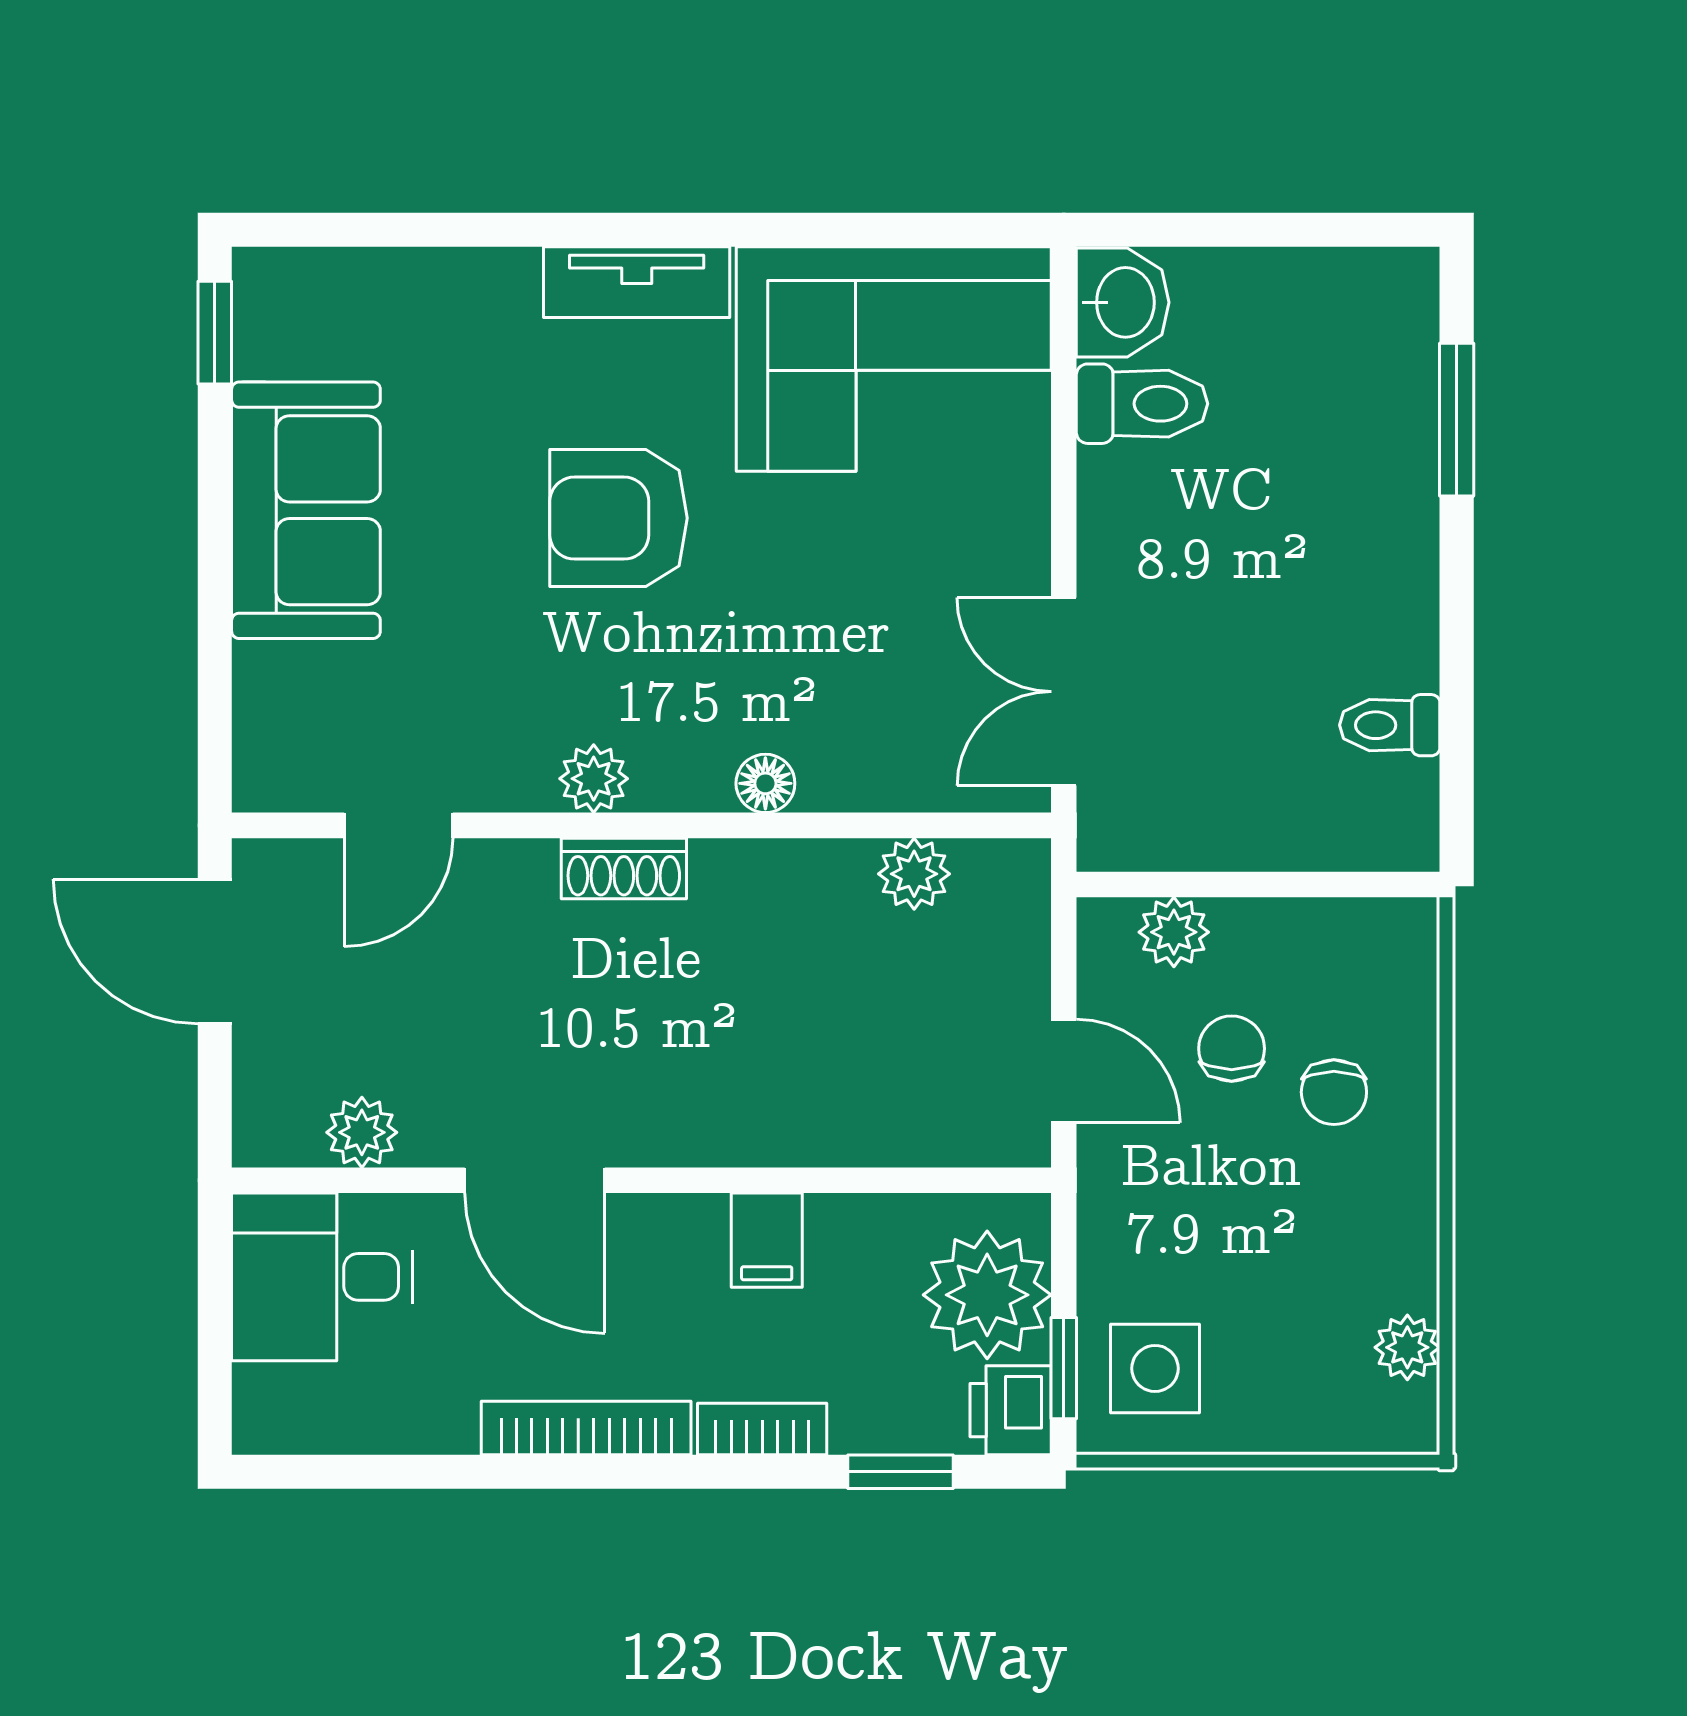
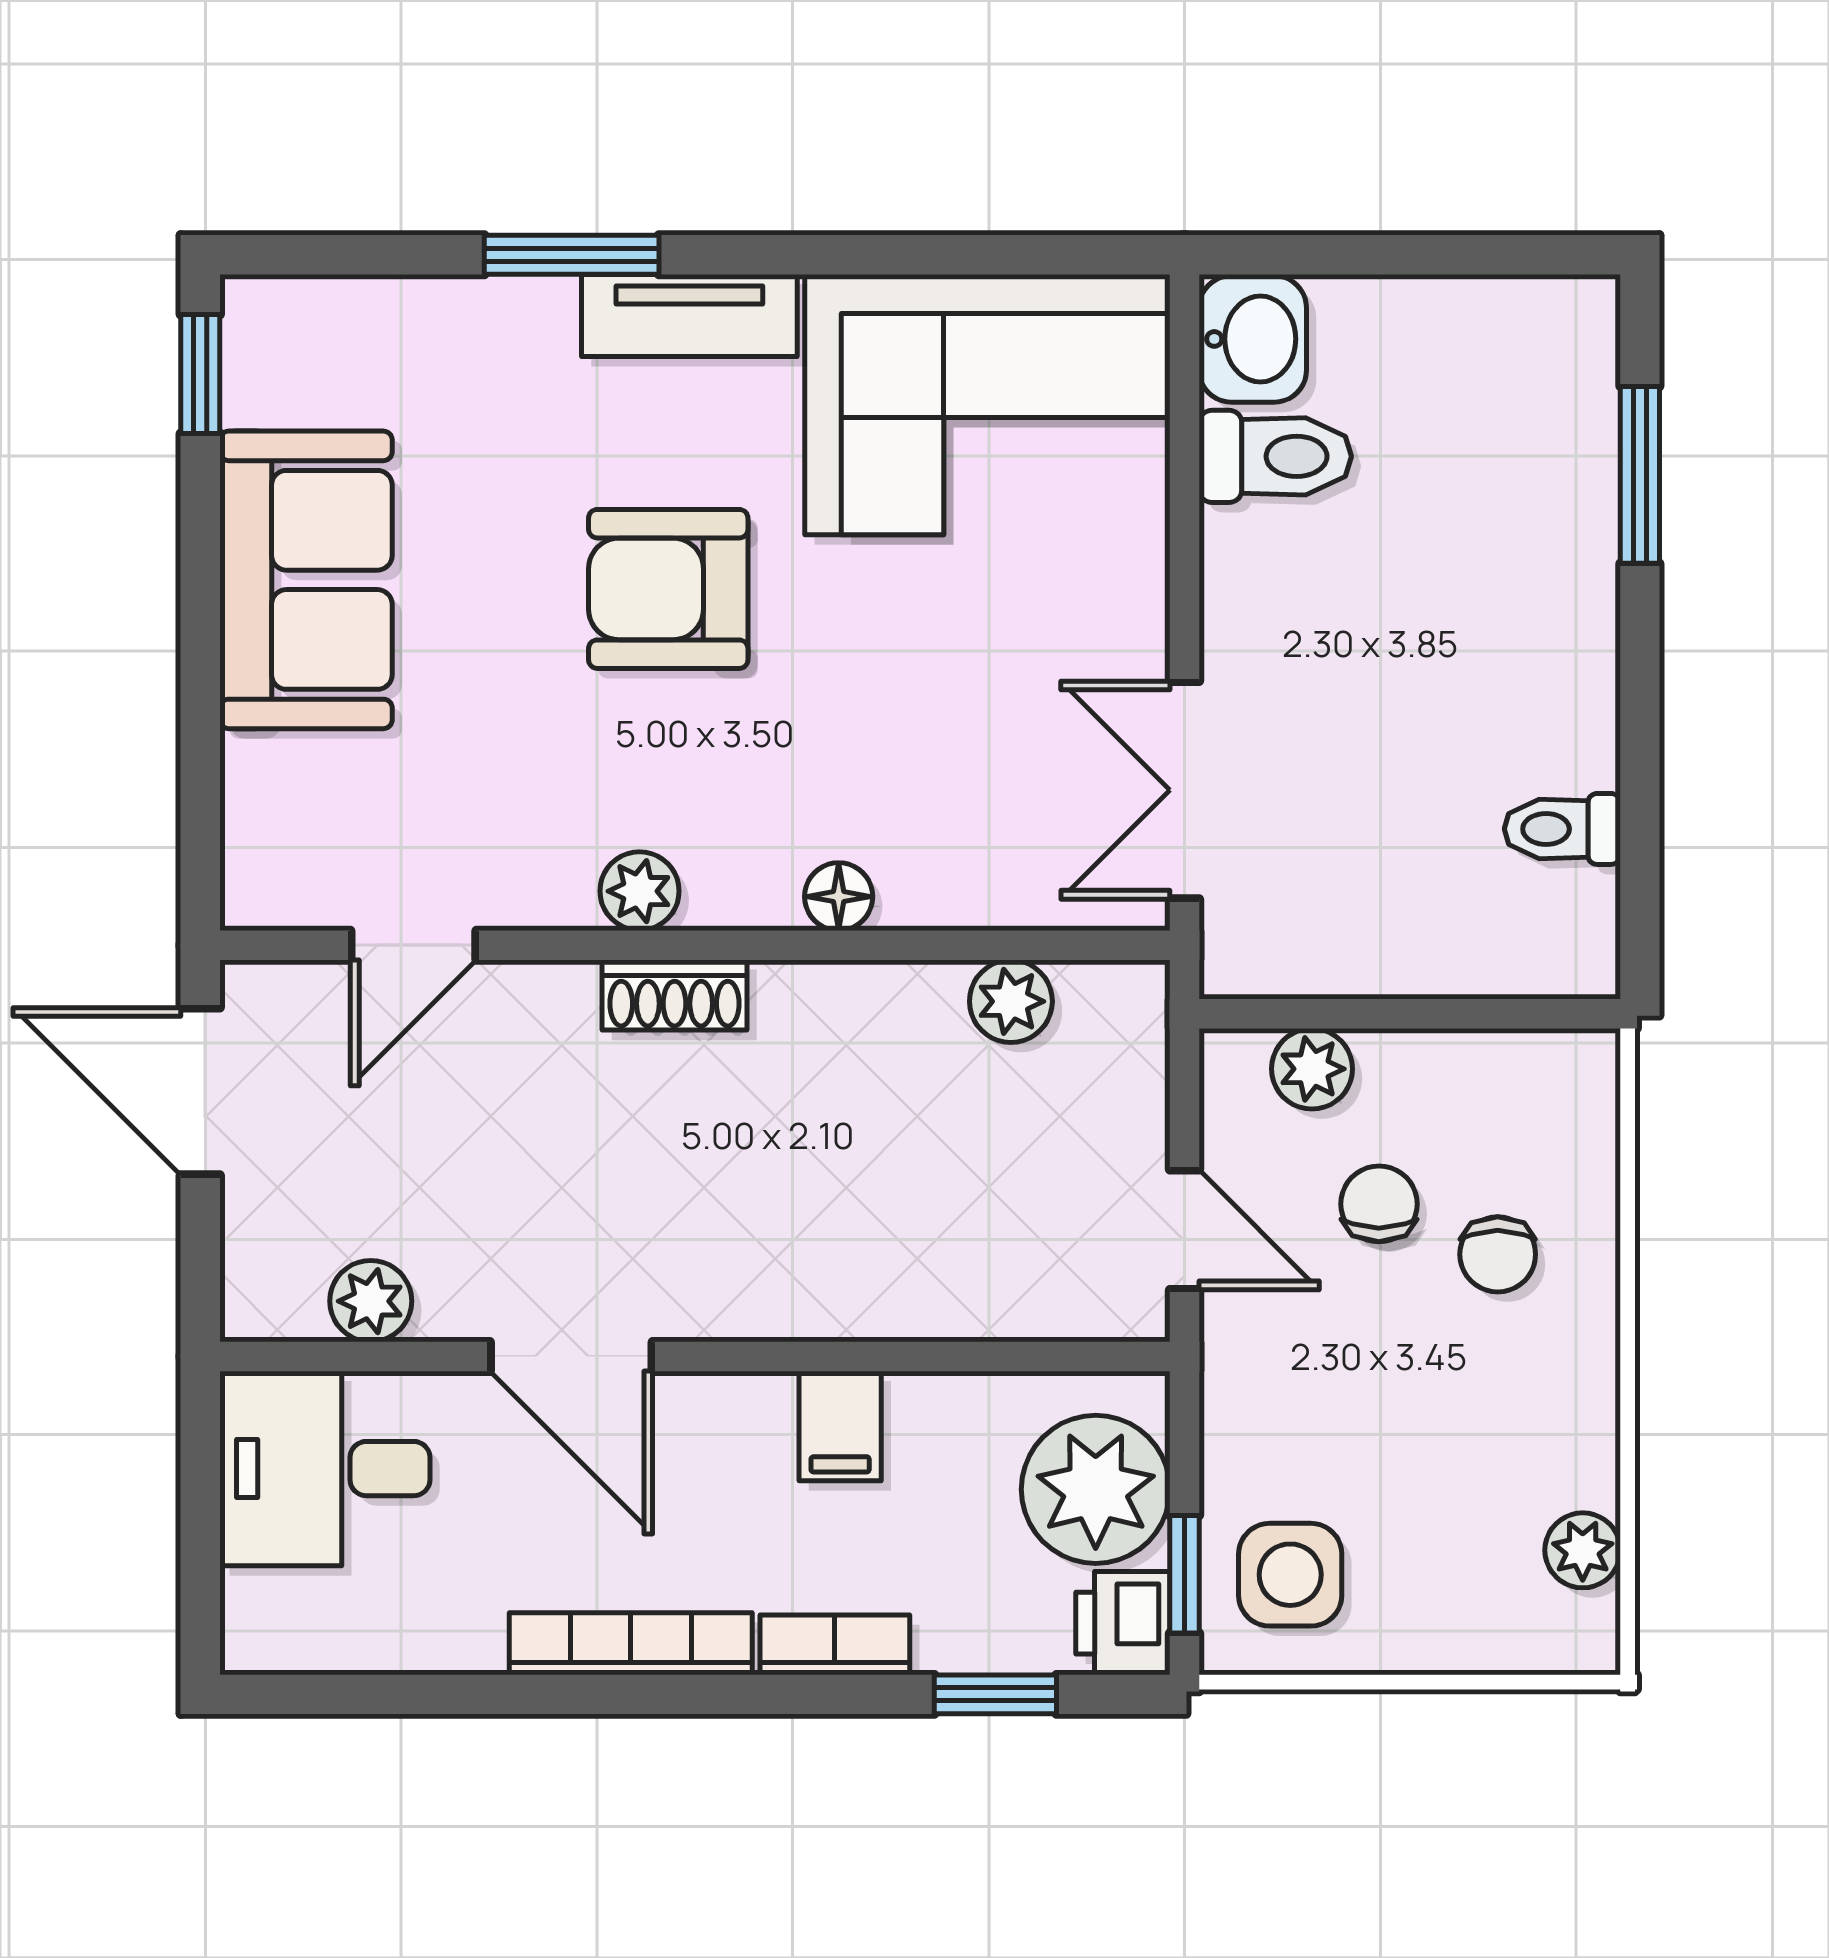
window: (535, 230) -> (572, 255), added

